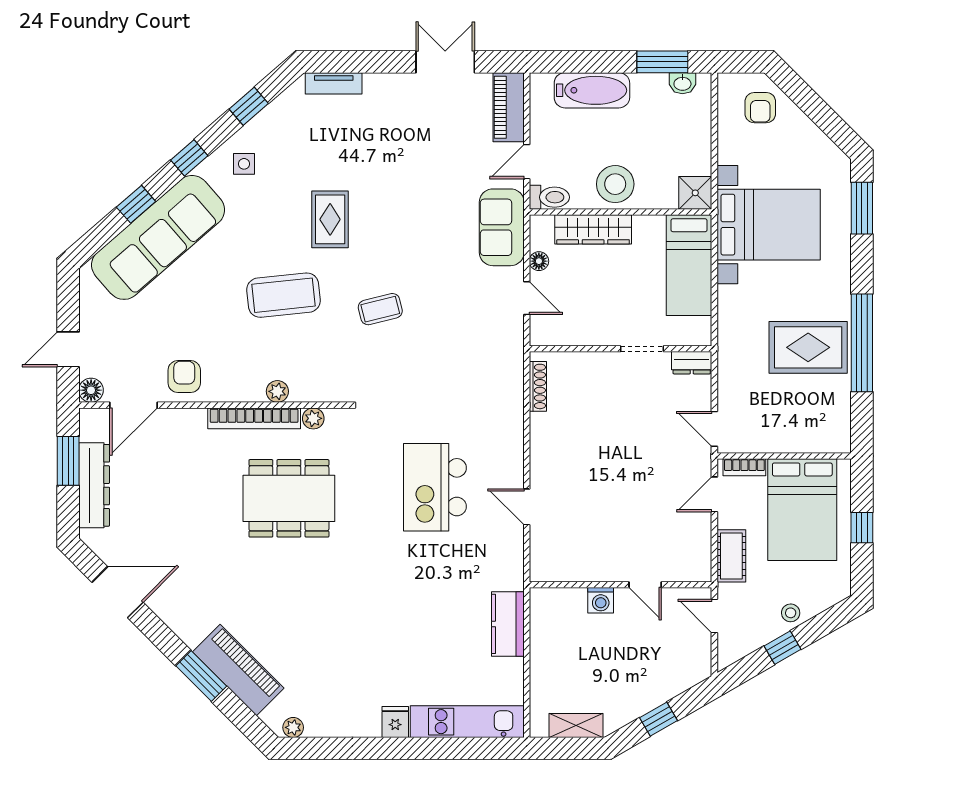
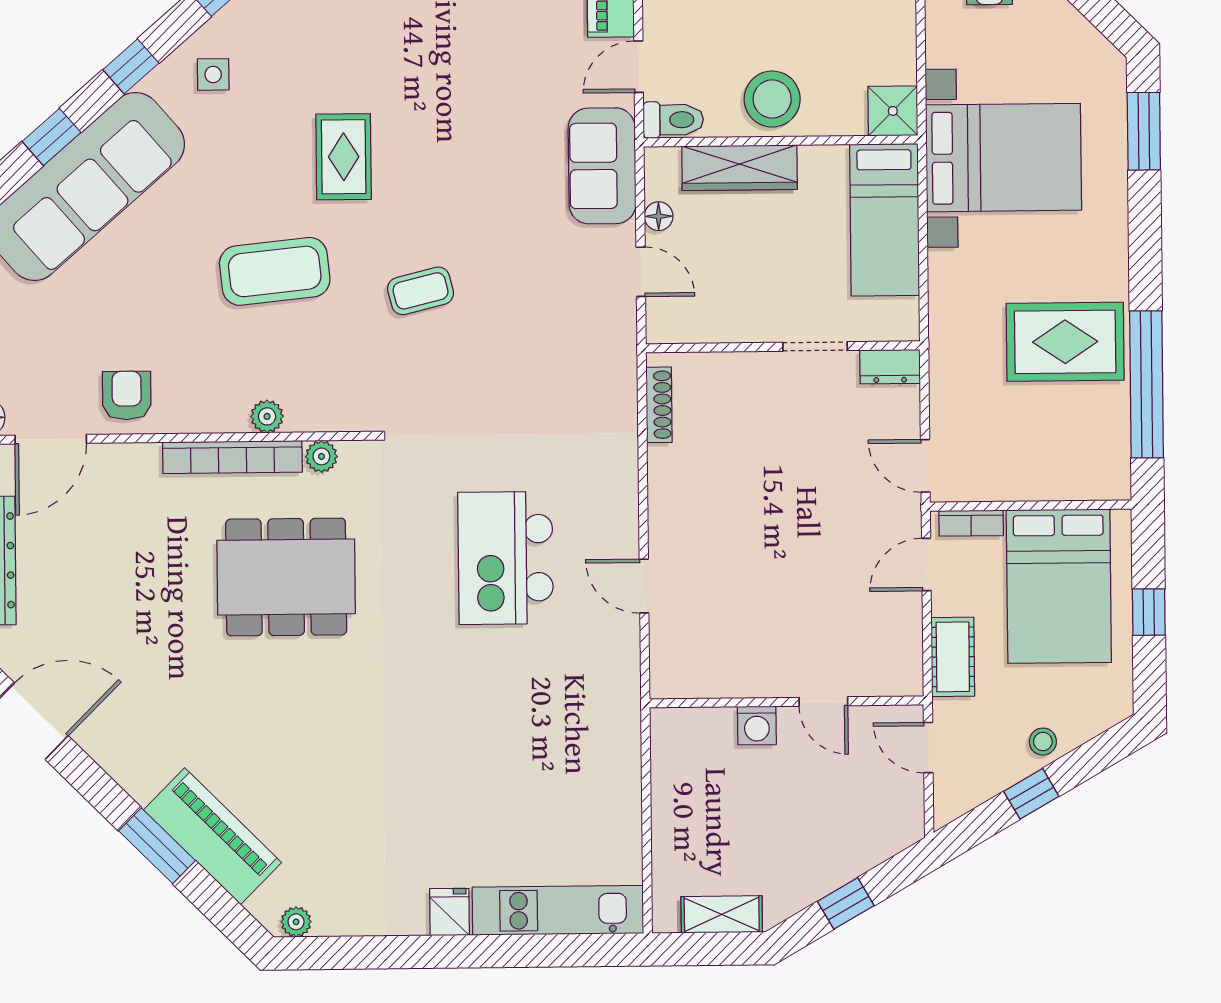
window: (862, 343) -> (1146, 384), moved
kitchen counter: (508, 624) -> (617, 763), removed

